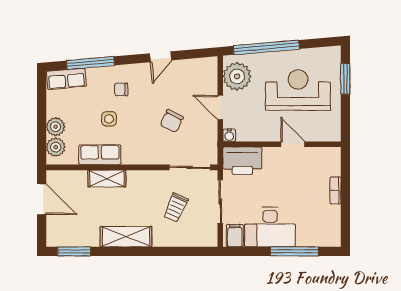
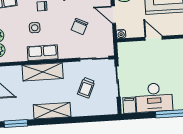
door: (293, 144) -> (154, 38), moved
row of seats: (100, 155) -> (43, 53), moved
printer: (242, 161) -> (131, 52), removed
shelving: (107, 179) -> (43, 72), width x1.50, depth x1.33

